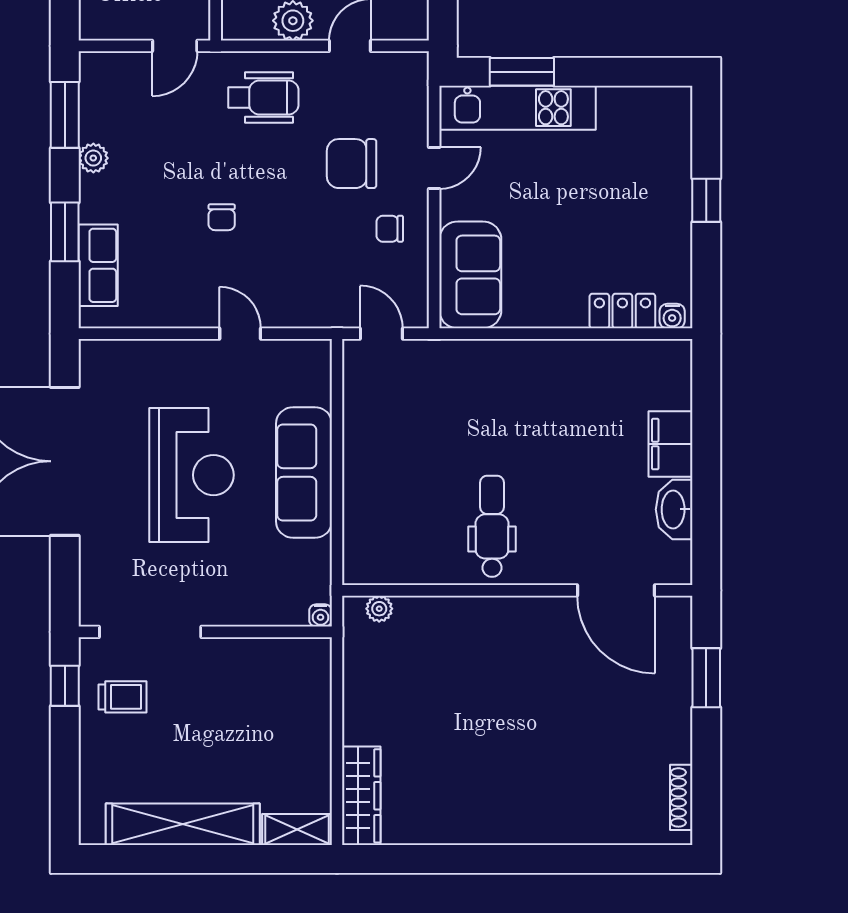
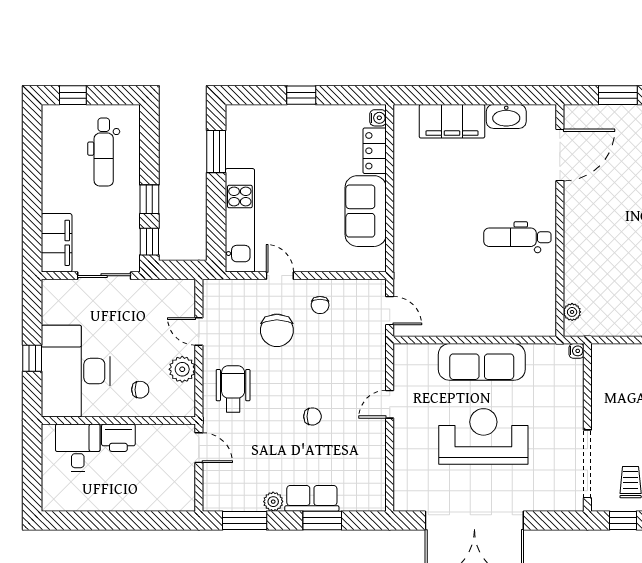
window: (522, 72) -> (216, 151), moved
row of seats: (98, 265) -> (312, 498), moved
sofa: (470, 275) -> (366, 211), moved, turned -90
door: (381, 334) -> (390, 311), swing flipped
filing cabinet: (671, 444) -> (452, 121), width x1.50, depth x1.17

